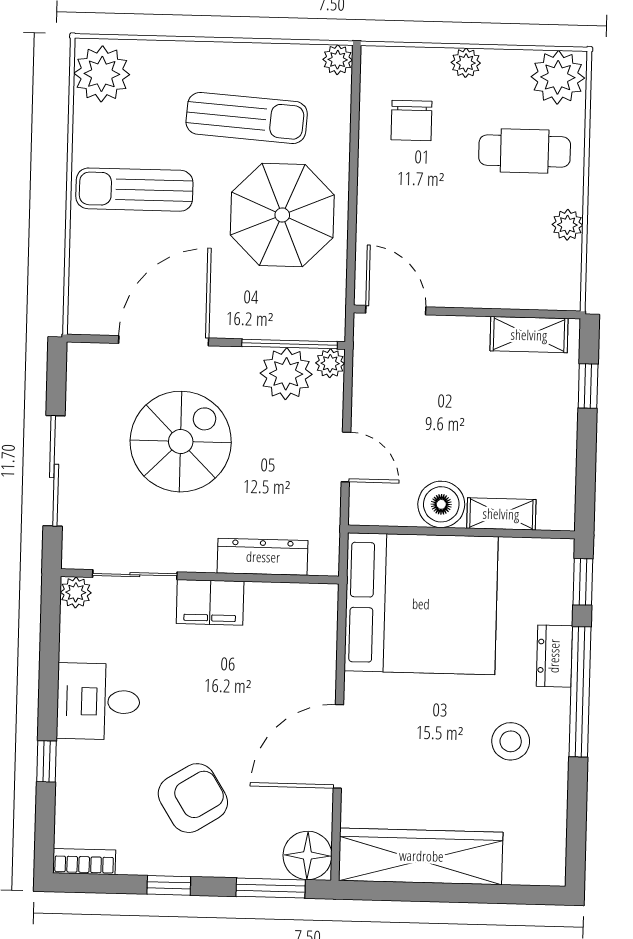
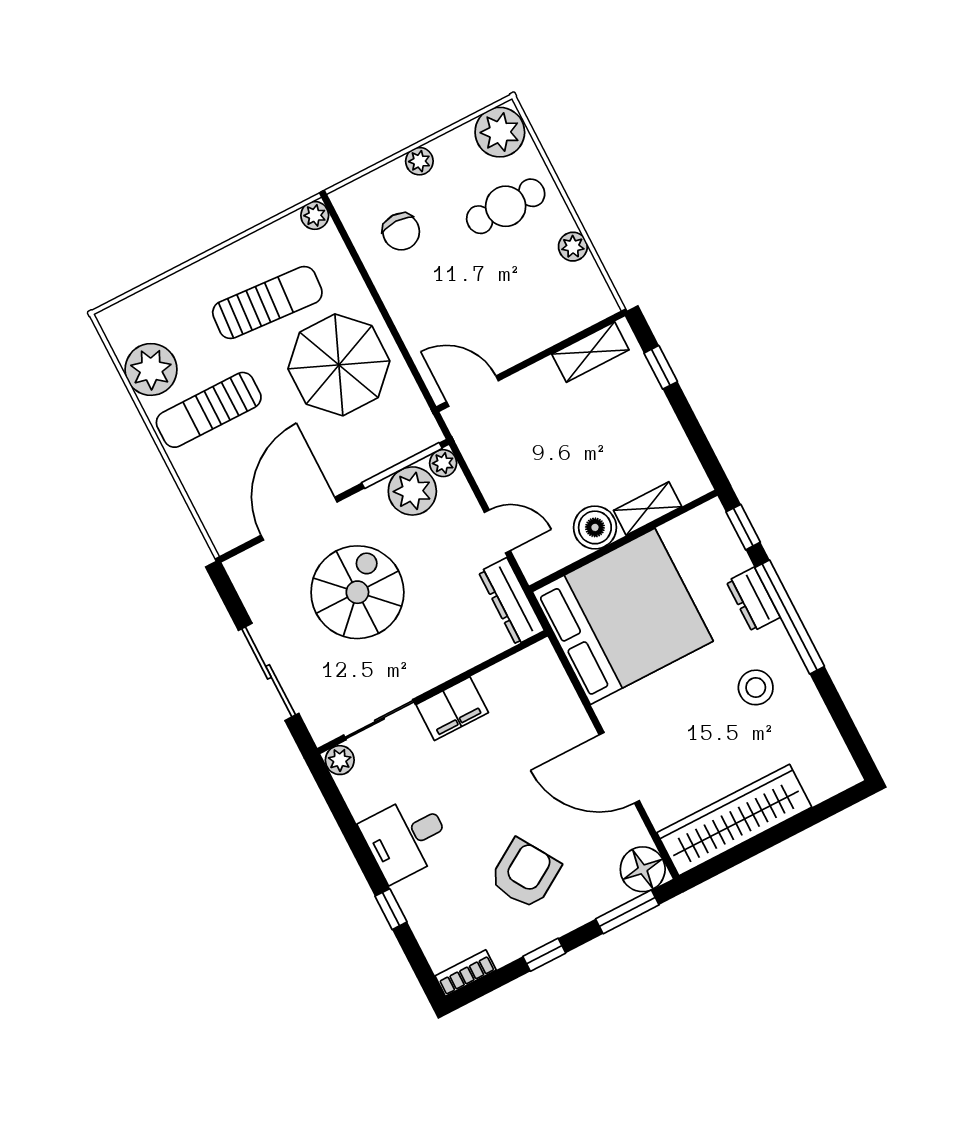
plant: (102, 74) -> (151, 369), moved
dresser: (263, 557) -> (511, 601), moved, turned -90
door: (338, 746) -> (619, 768), hinge flipped

